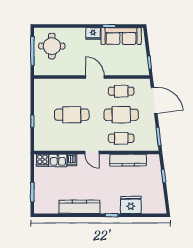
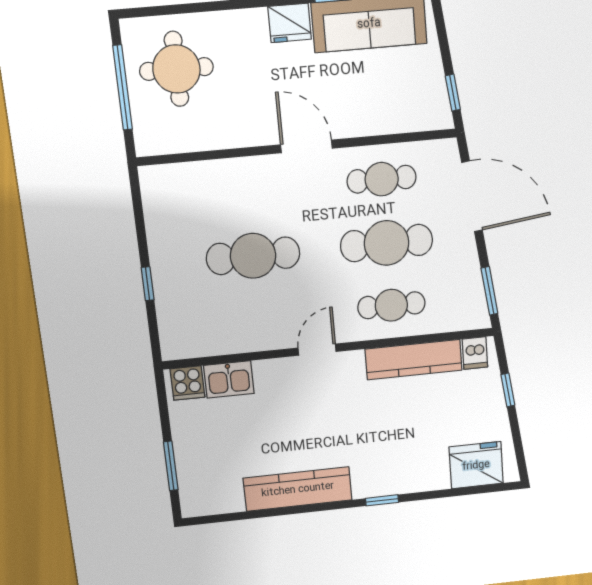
door: (92, 152) -> (317, 350), swing flipped
dishwasher: (72, 160) -> (475, 353), moved
fridge: (131, 205) -> (476, 465), moved

